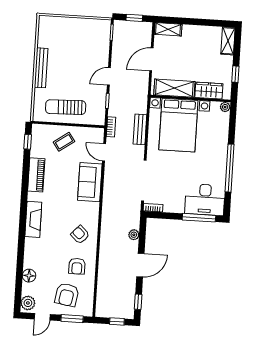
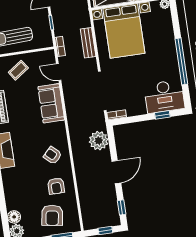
window: (199, 218) -> (162, 115), width x0.46
plant: (134, 235) -> (99, 141), width x1.88, depth x1.88
floor lamp: (29, 276) -> (14, 217), moved

